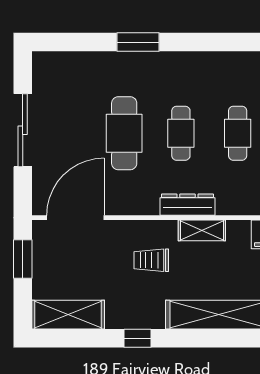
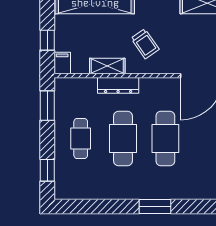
cafe table: (181, 133) -> (123, 139), width x1.37, depth x1.35
trolley: (151, 260) -> (145, 44), turned 55

